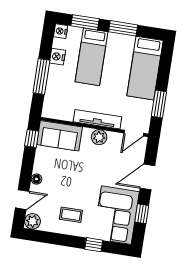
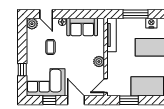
tv unit: (97, 119) -> (111, 35), moved
door: (134, 133) -> (106, 86), hinge flipped
sofa: (60, 136) -> (82, 27), moved, turned -90
window: (32, 138) -> (91, 14), removed
coffee table: (71, 215) -> (50, 47), moved

